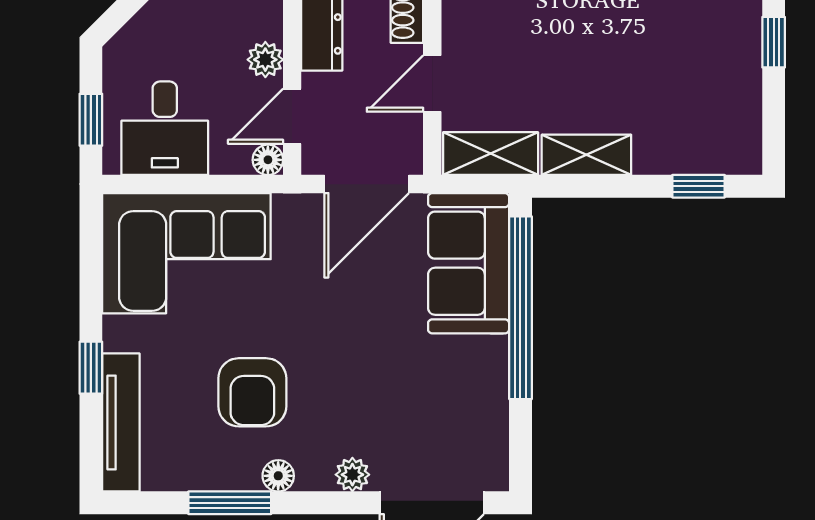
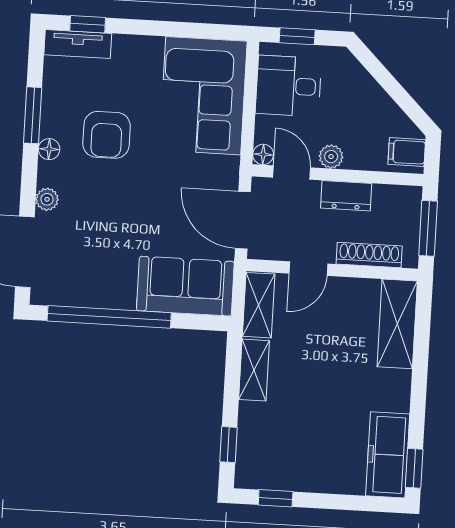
window: (774, 42) -> (276, 498), moved
door: (432, 84) -> (308, 269), swing flipped
window: (520, 308) -> (109, 317), moved
window: (91, 368) -> (88, 24), moved
armchair: (252, 392) -> (107, 135), turned -90
tv unit: (121, 422) -> (78, 44), width x0.71

